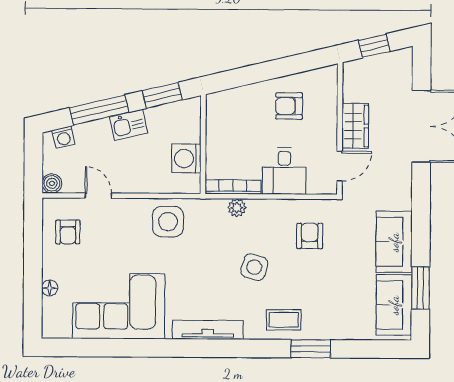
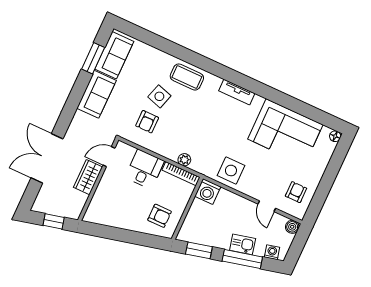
armchair: (289, 106) -> (160, 216), moved
kitchen sink: (128, 125) -> (243, 244), moved
washing machine: (186, 159) -> (208, 192), moved, turned 90
side table: (254, 267) -> (159, 96), moved
floor lamp: (50, 288) -> (335, 136), moved
coffee table: (284, 320) -> (187, 77), width x1.36, depth x1.30
tv unit: (208, 330) -> (237, 92), width x0.71
window: (311, 349) -> (178, 51), removed

